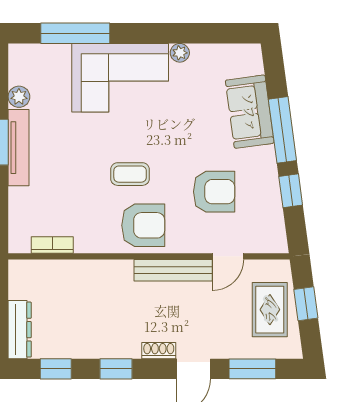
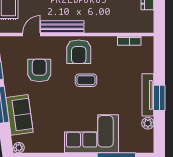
plant: (180, 53) -> (19, 148), moved
armchair: (214, 192) -> (39, 70), turned 90
armchair: (143, 225) -> (79, 52), turned -90

